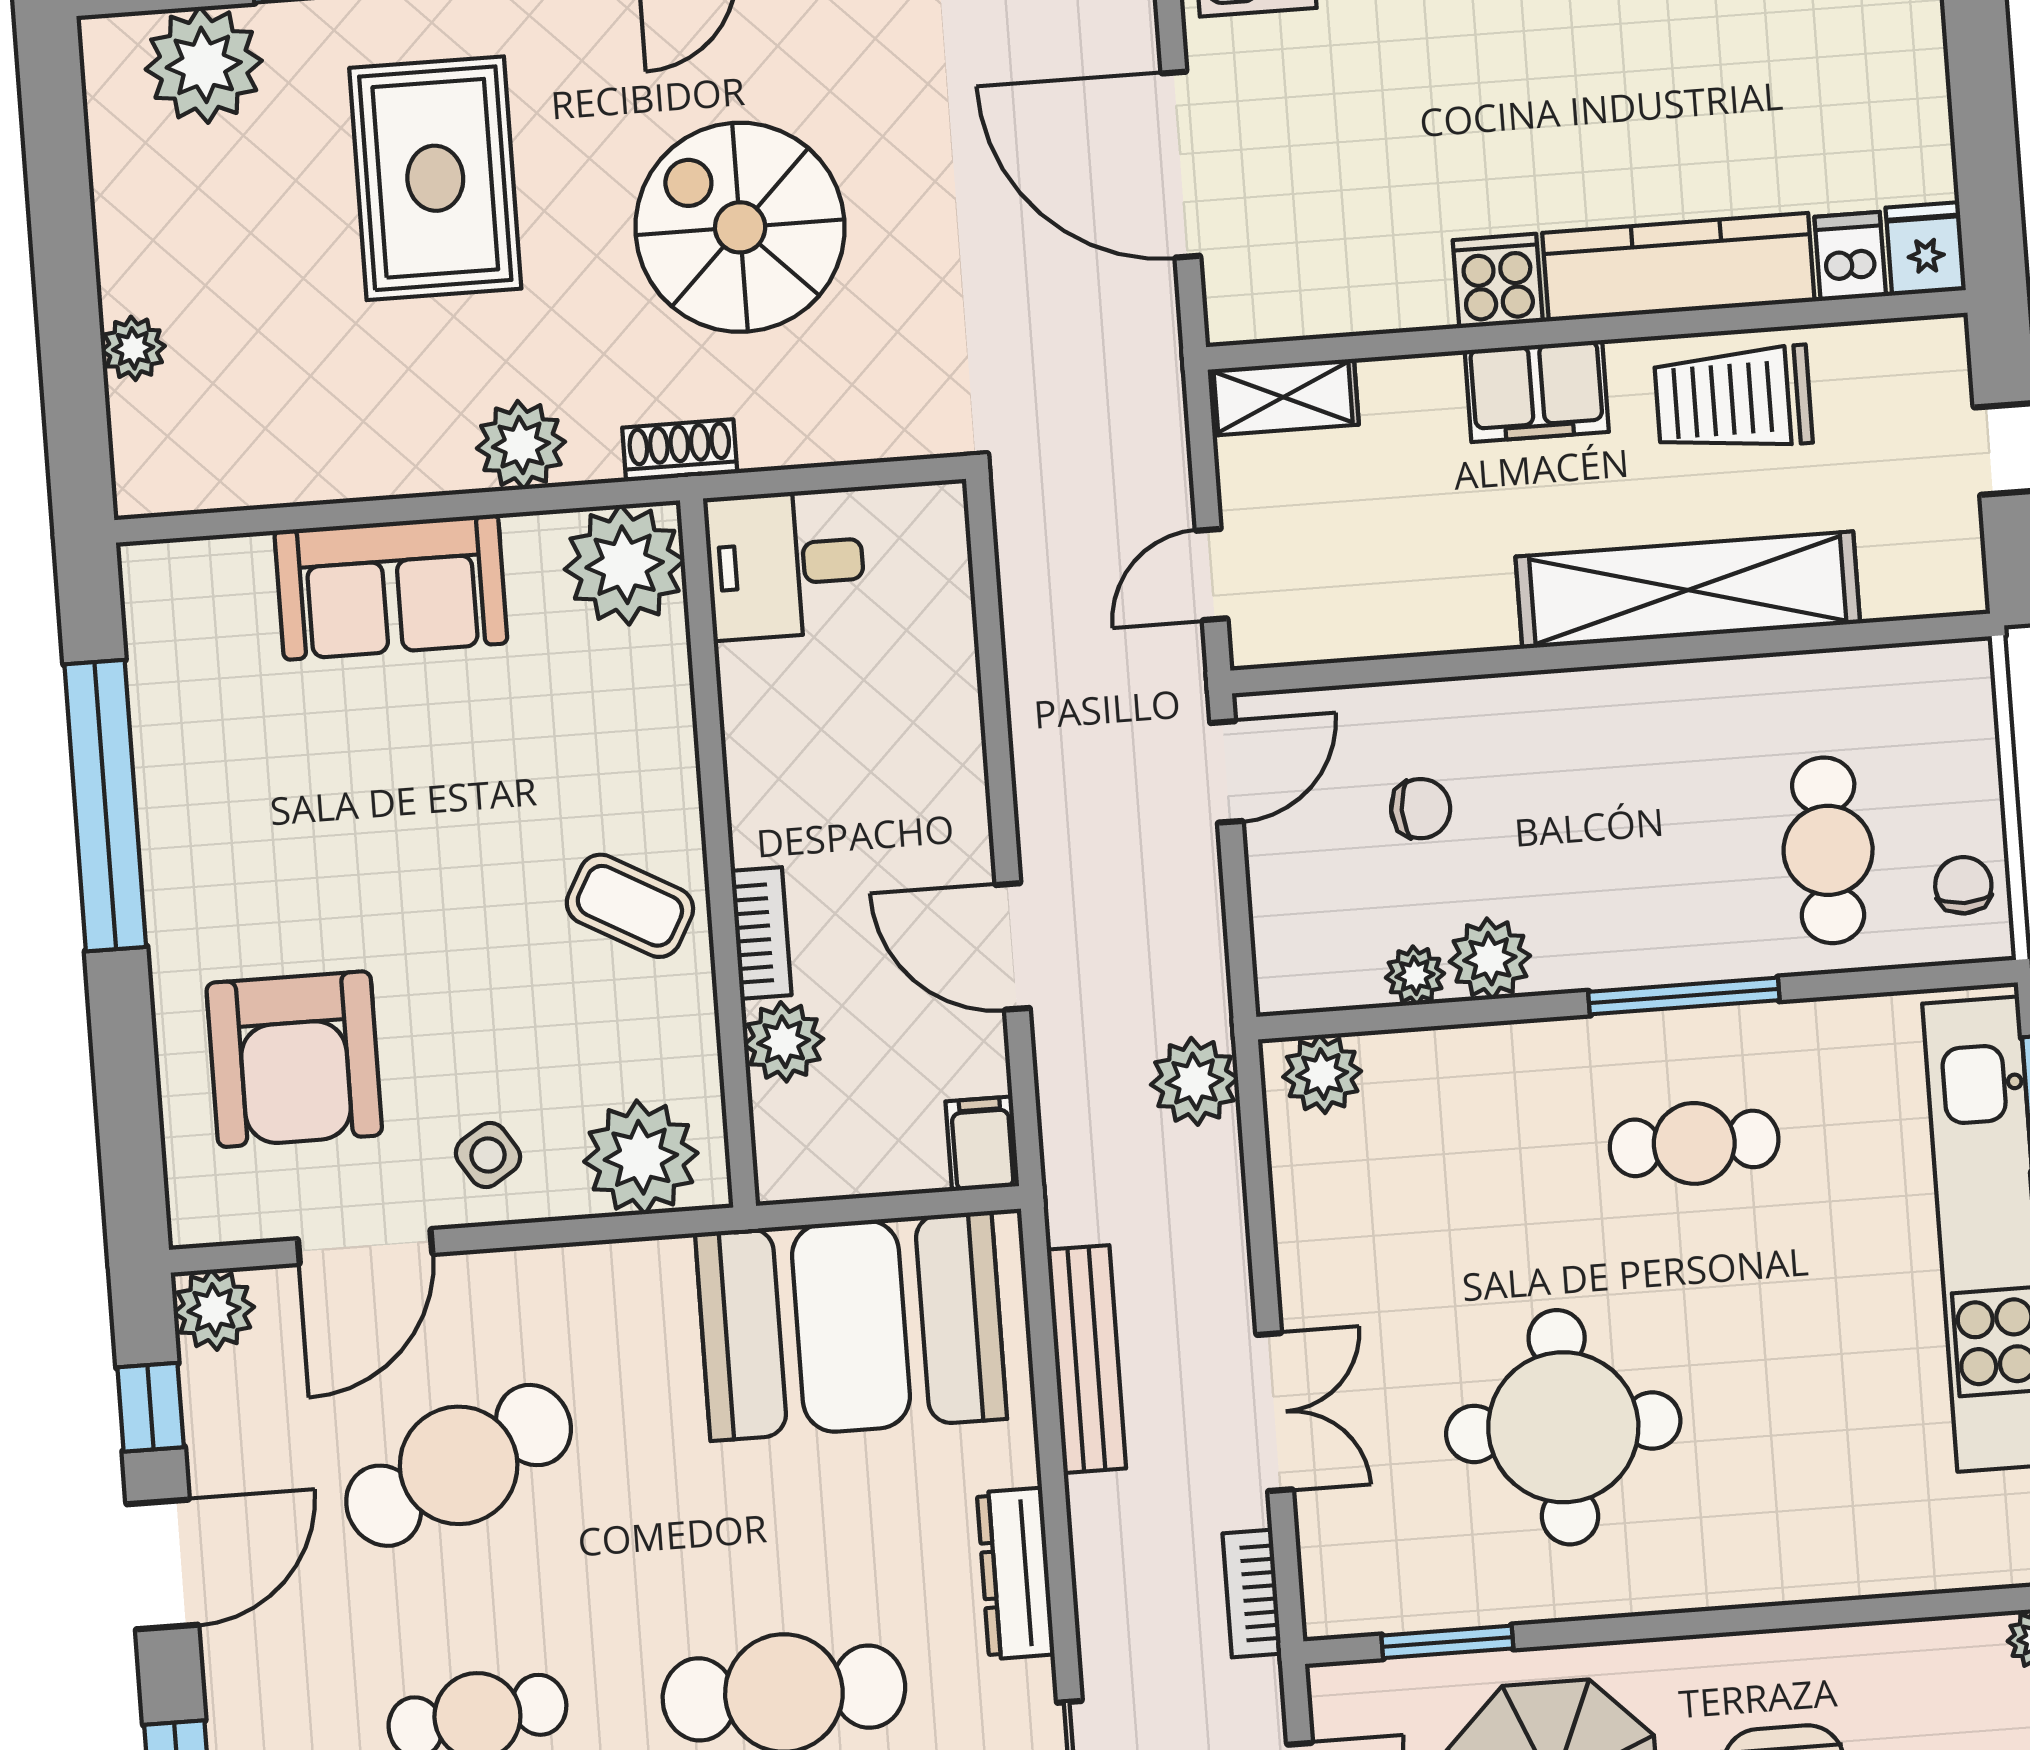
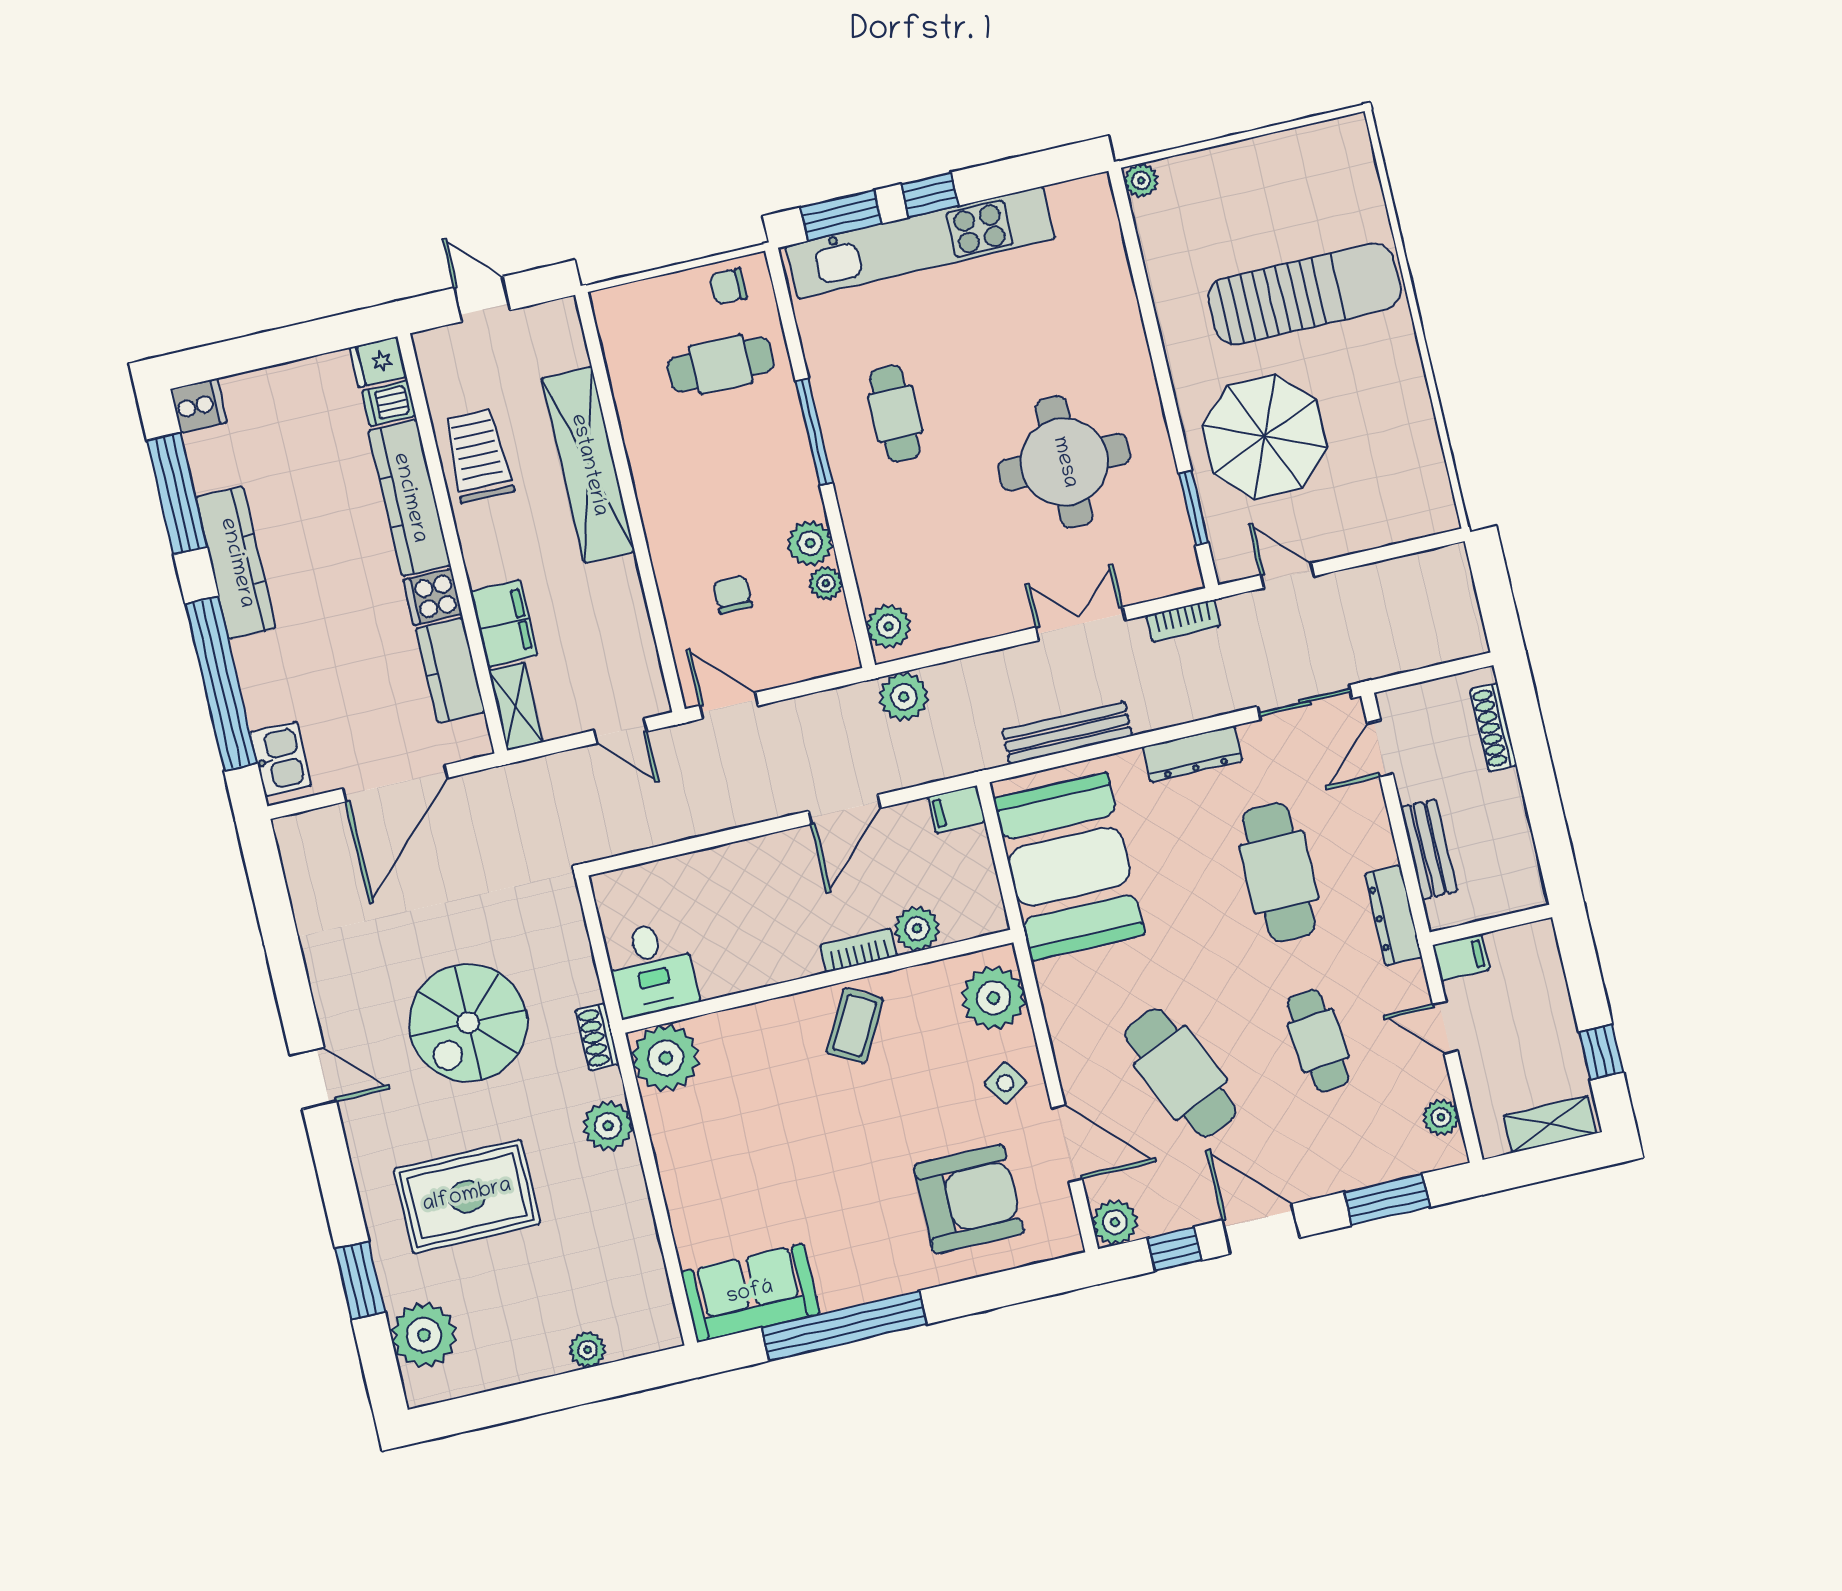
kitchen counter: (1364, 292) -> (450, 671), added
filing cabinet: (1537, 391) -> (504, 623), moved
trolley: (1733, 399) -> (478, 456), turned 180
sofa: (391, 587) -> (750, 1293), moved, turned -90

